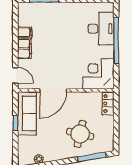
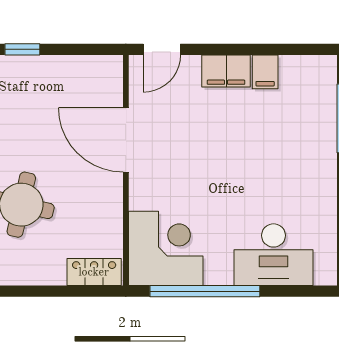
window: (116, 40) -> (205, 291), moved
sofa: (27, 113) -> (71, 77), removed
window: (15, 123) -> (22, 49), moved

